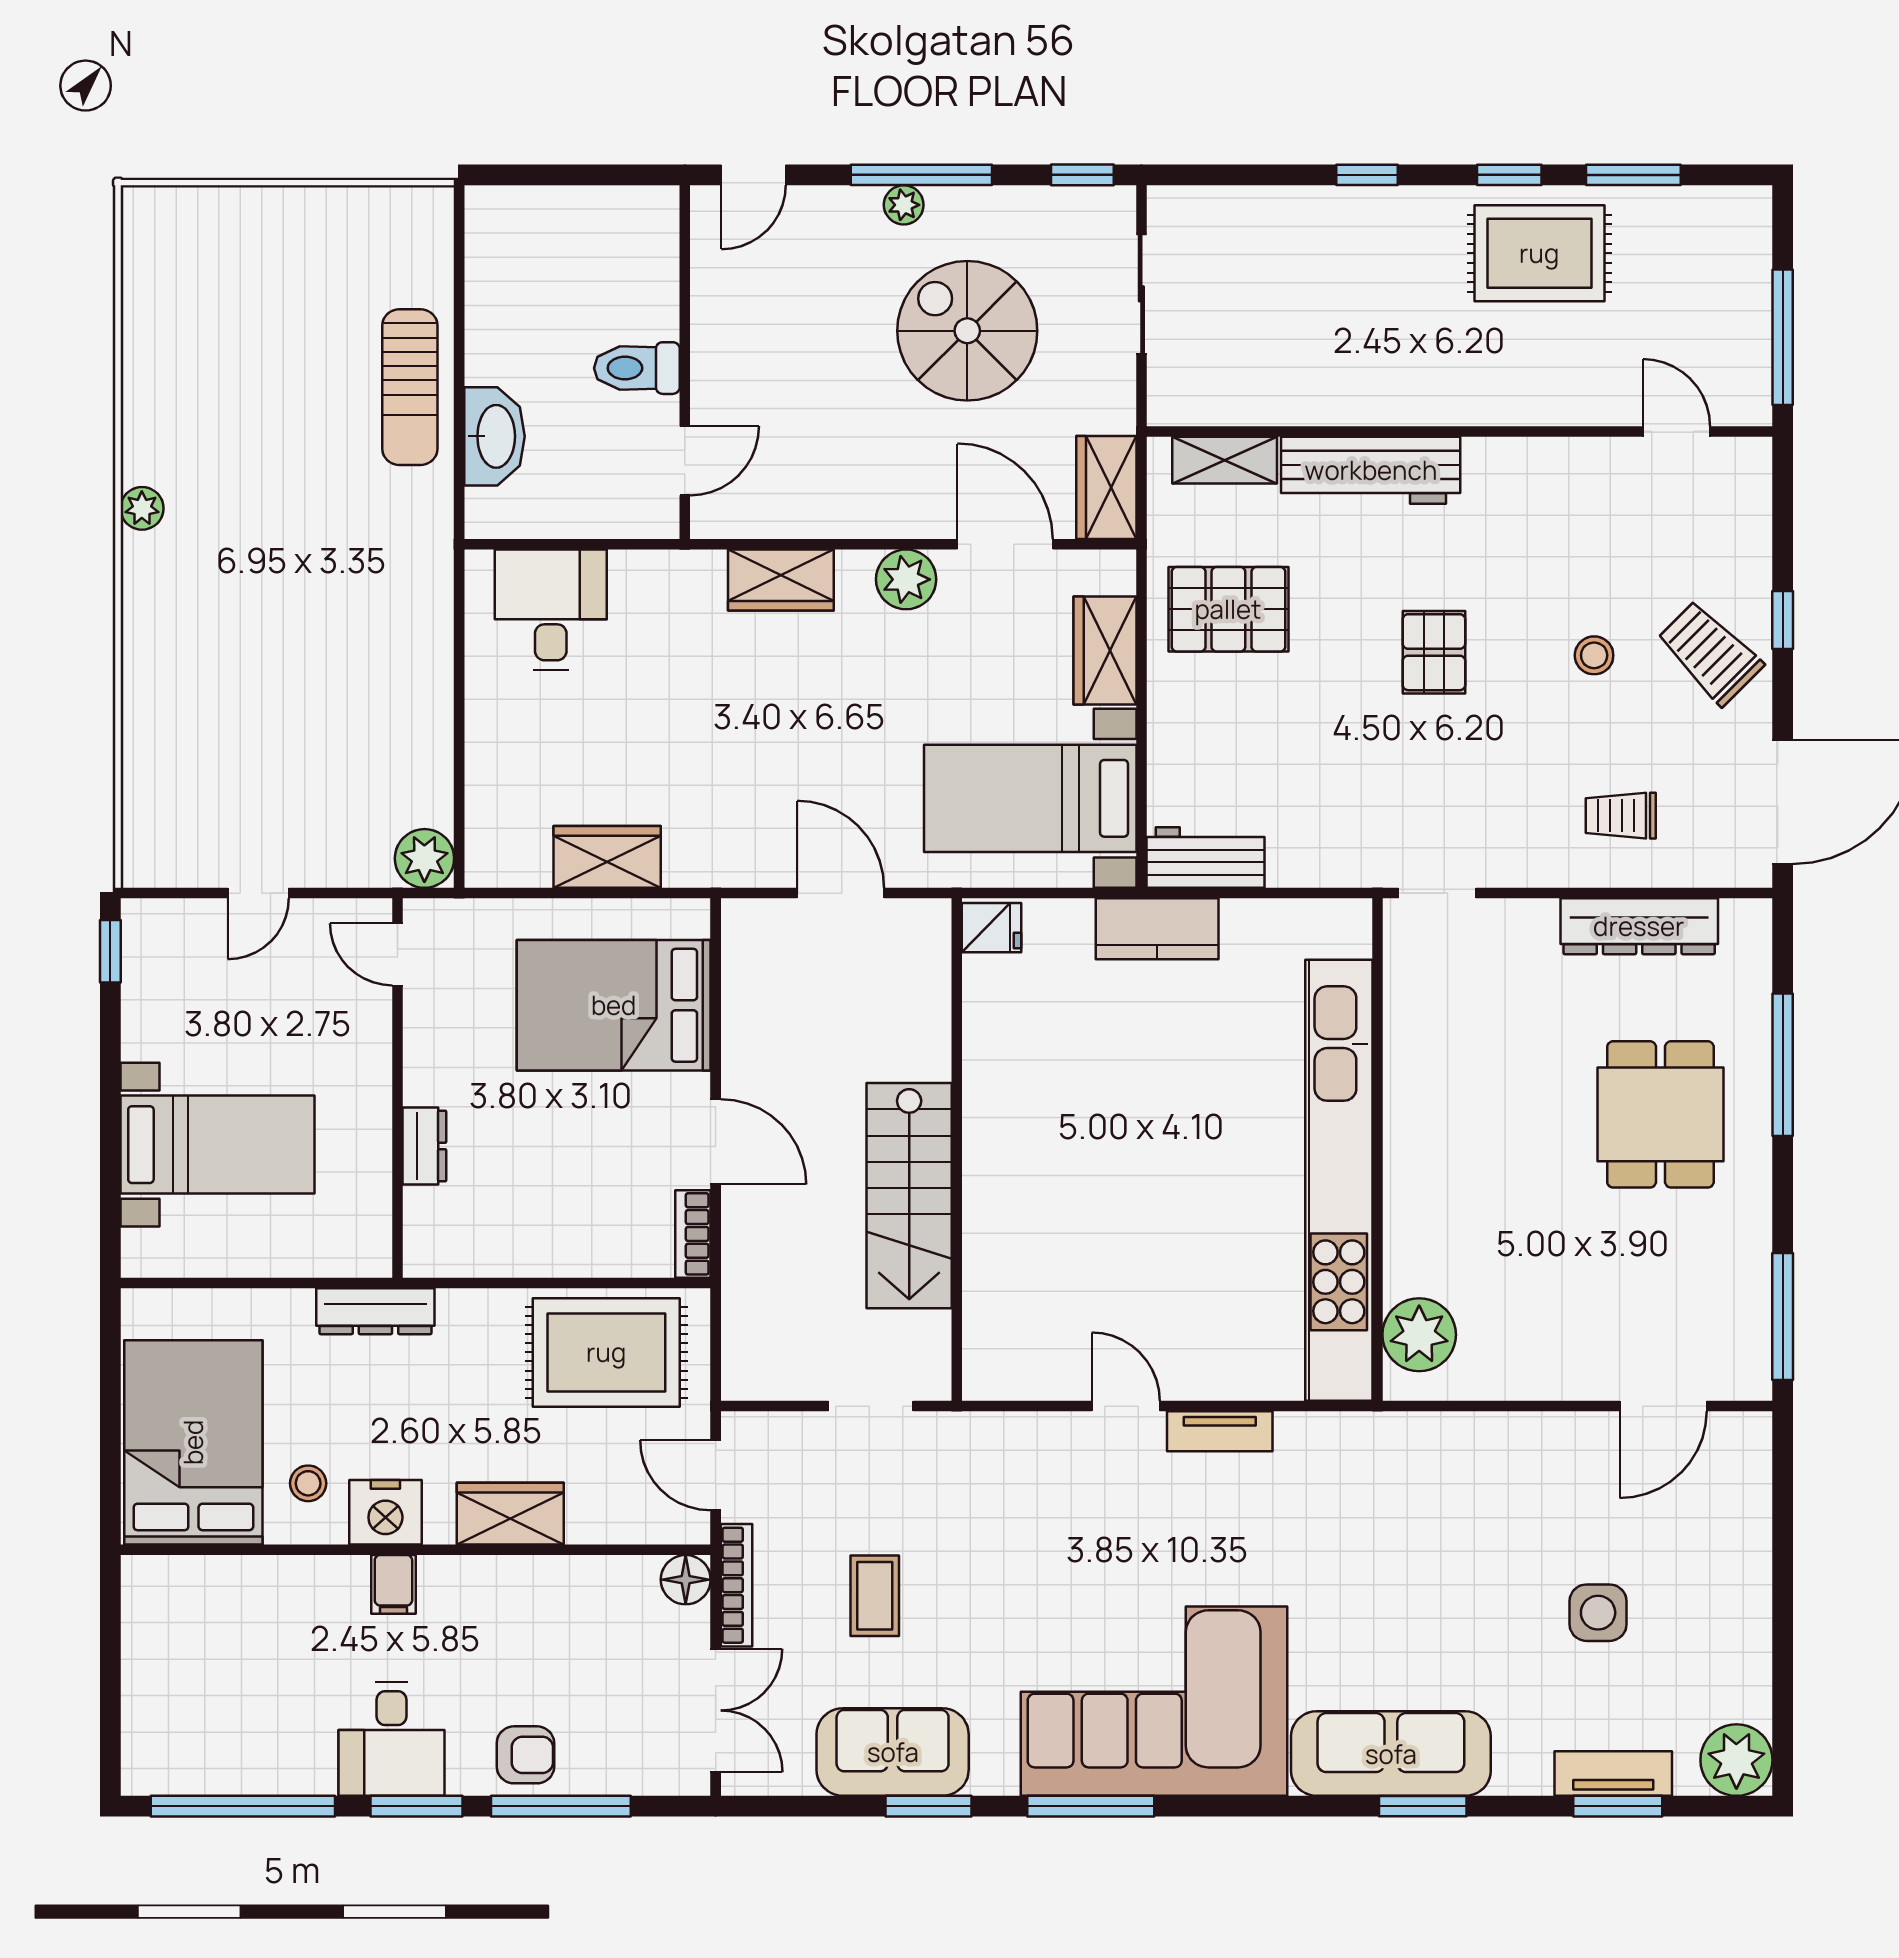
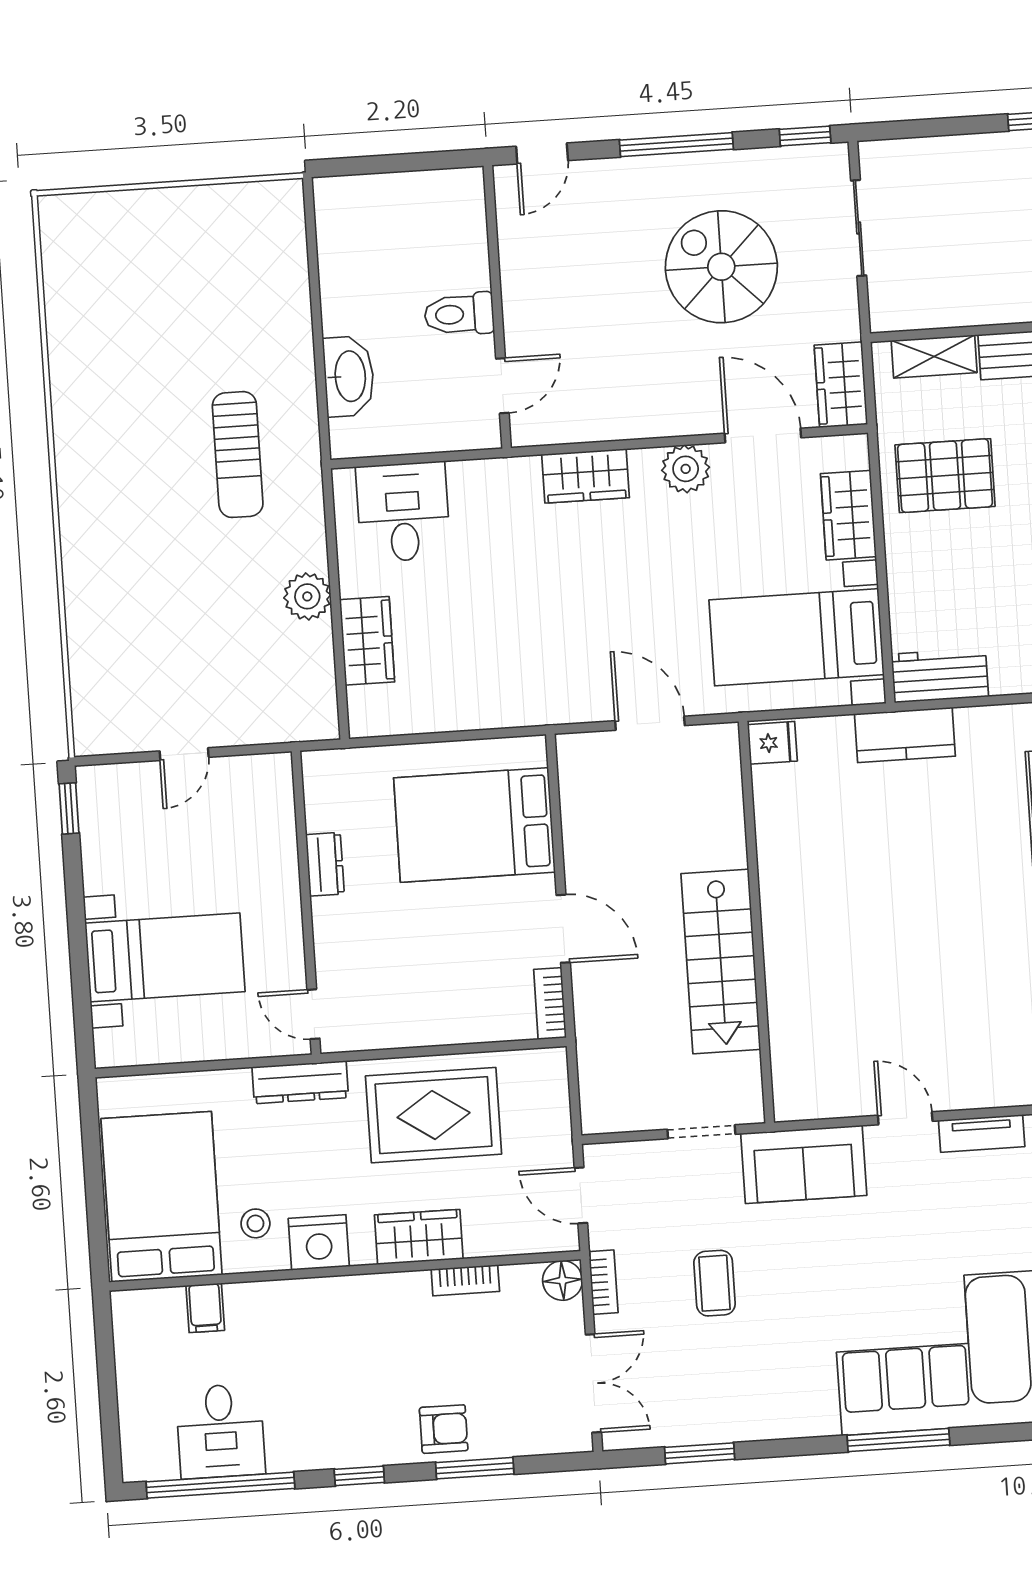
plant: (904, 205) -> (664, 169), removed
sun lounger: (410, 387) -> (238, 455), moved
plant: (142, 508) -> (71, 453), removed
wardrobe: (607, 857) -> (367, 641), moved, turned 90
plant: (424, 858) -> (307, 596), moved
door: (398, 954) -> (313, 1014), moved
dresser: (424, 1146) -> (325, 864), moved
rug: (606, 1352) -> (434, 1115), moved
bookcase: (565, 1572) -> (465, 1280), added
filing cabinet: (393, 1584) -> (205, 1308), moved
bookcase: (736, 1585) -> (603, 1282), width x0.64
desk: (392, 1739) -> (220, 1431), moved
sofa: (893, 1752) -> (804, 1164), moved, turned 180
window: (417, 1806) -> (359, 1476), width x0.67
window: (561, 1806) -> (475, 1468), width x0.69
window: (929, 1806) -> (700, 1453), moved

